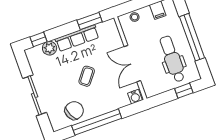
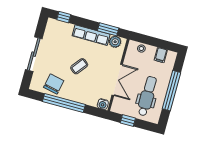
plant: (50, 48) -> (115, 42), moved
double door: (132, 64) -> (117, 80), swing flipped
window: (184, 91) -> (128, 120), moved
chair: (74, 111) -> (54, 84), turned -53

